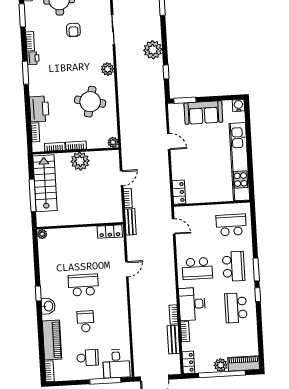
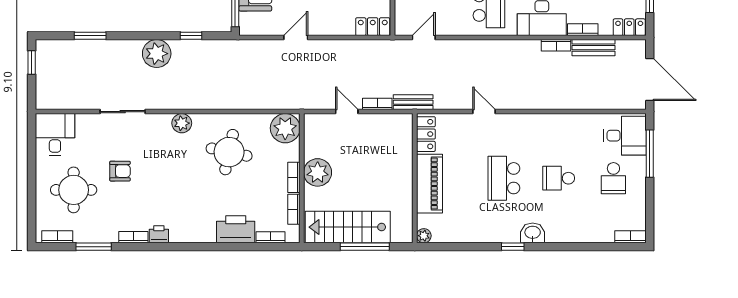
window: (26, 73) -> (180, 247), removed
plant: (113, 142) -> (285, 128), width x1.87, depth x1.87
piano: (52, 340) -> (429, 184), moved, turned 90
school desk: (88, 358) -> (613, 178), turned 180

